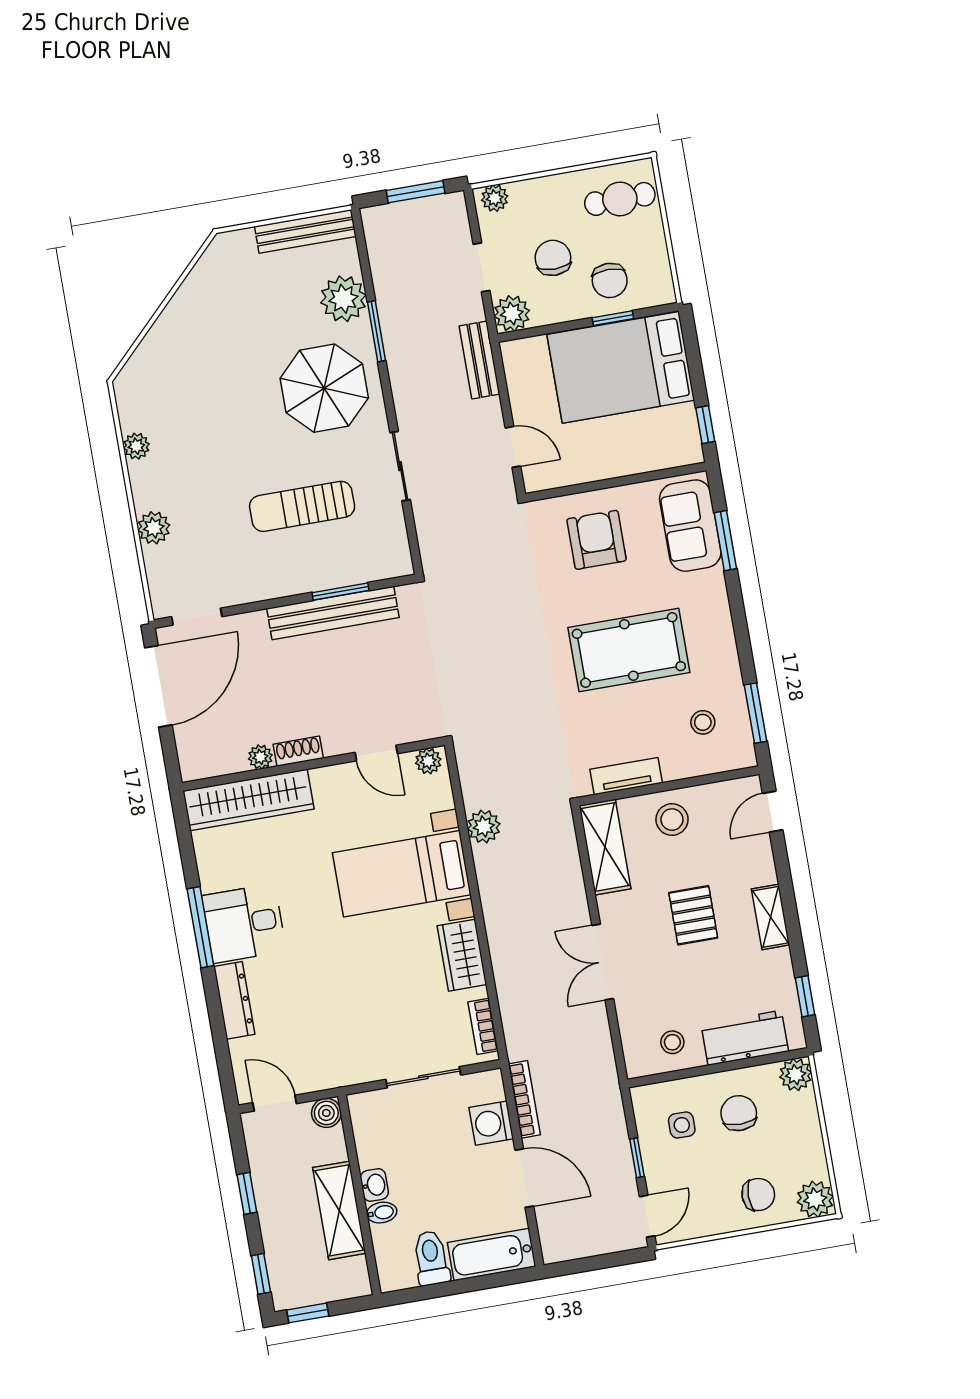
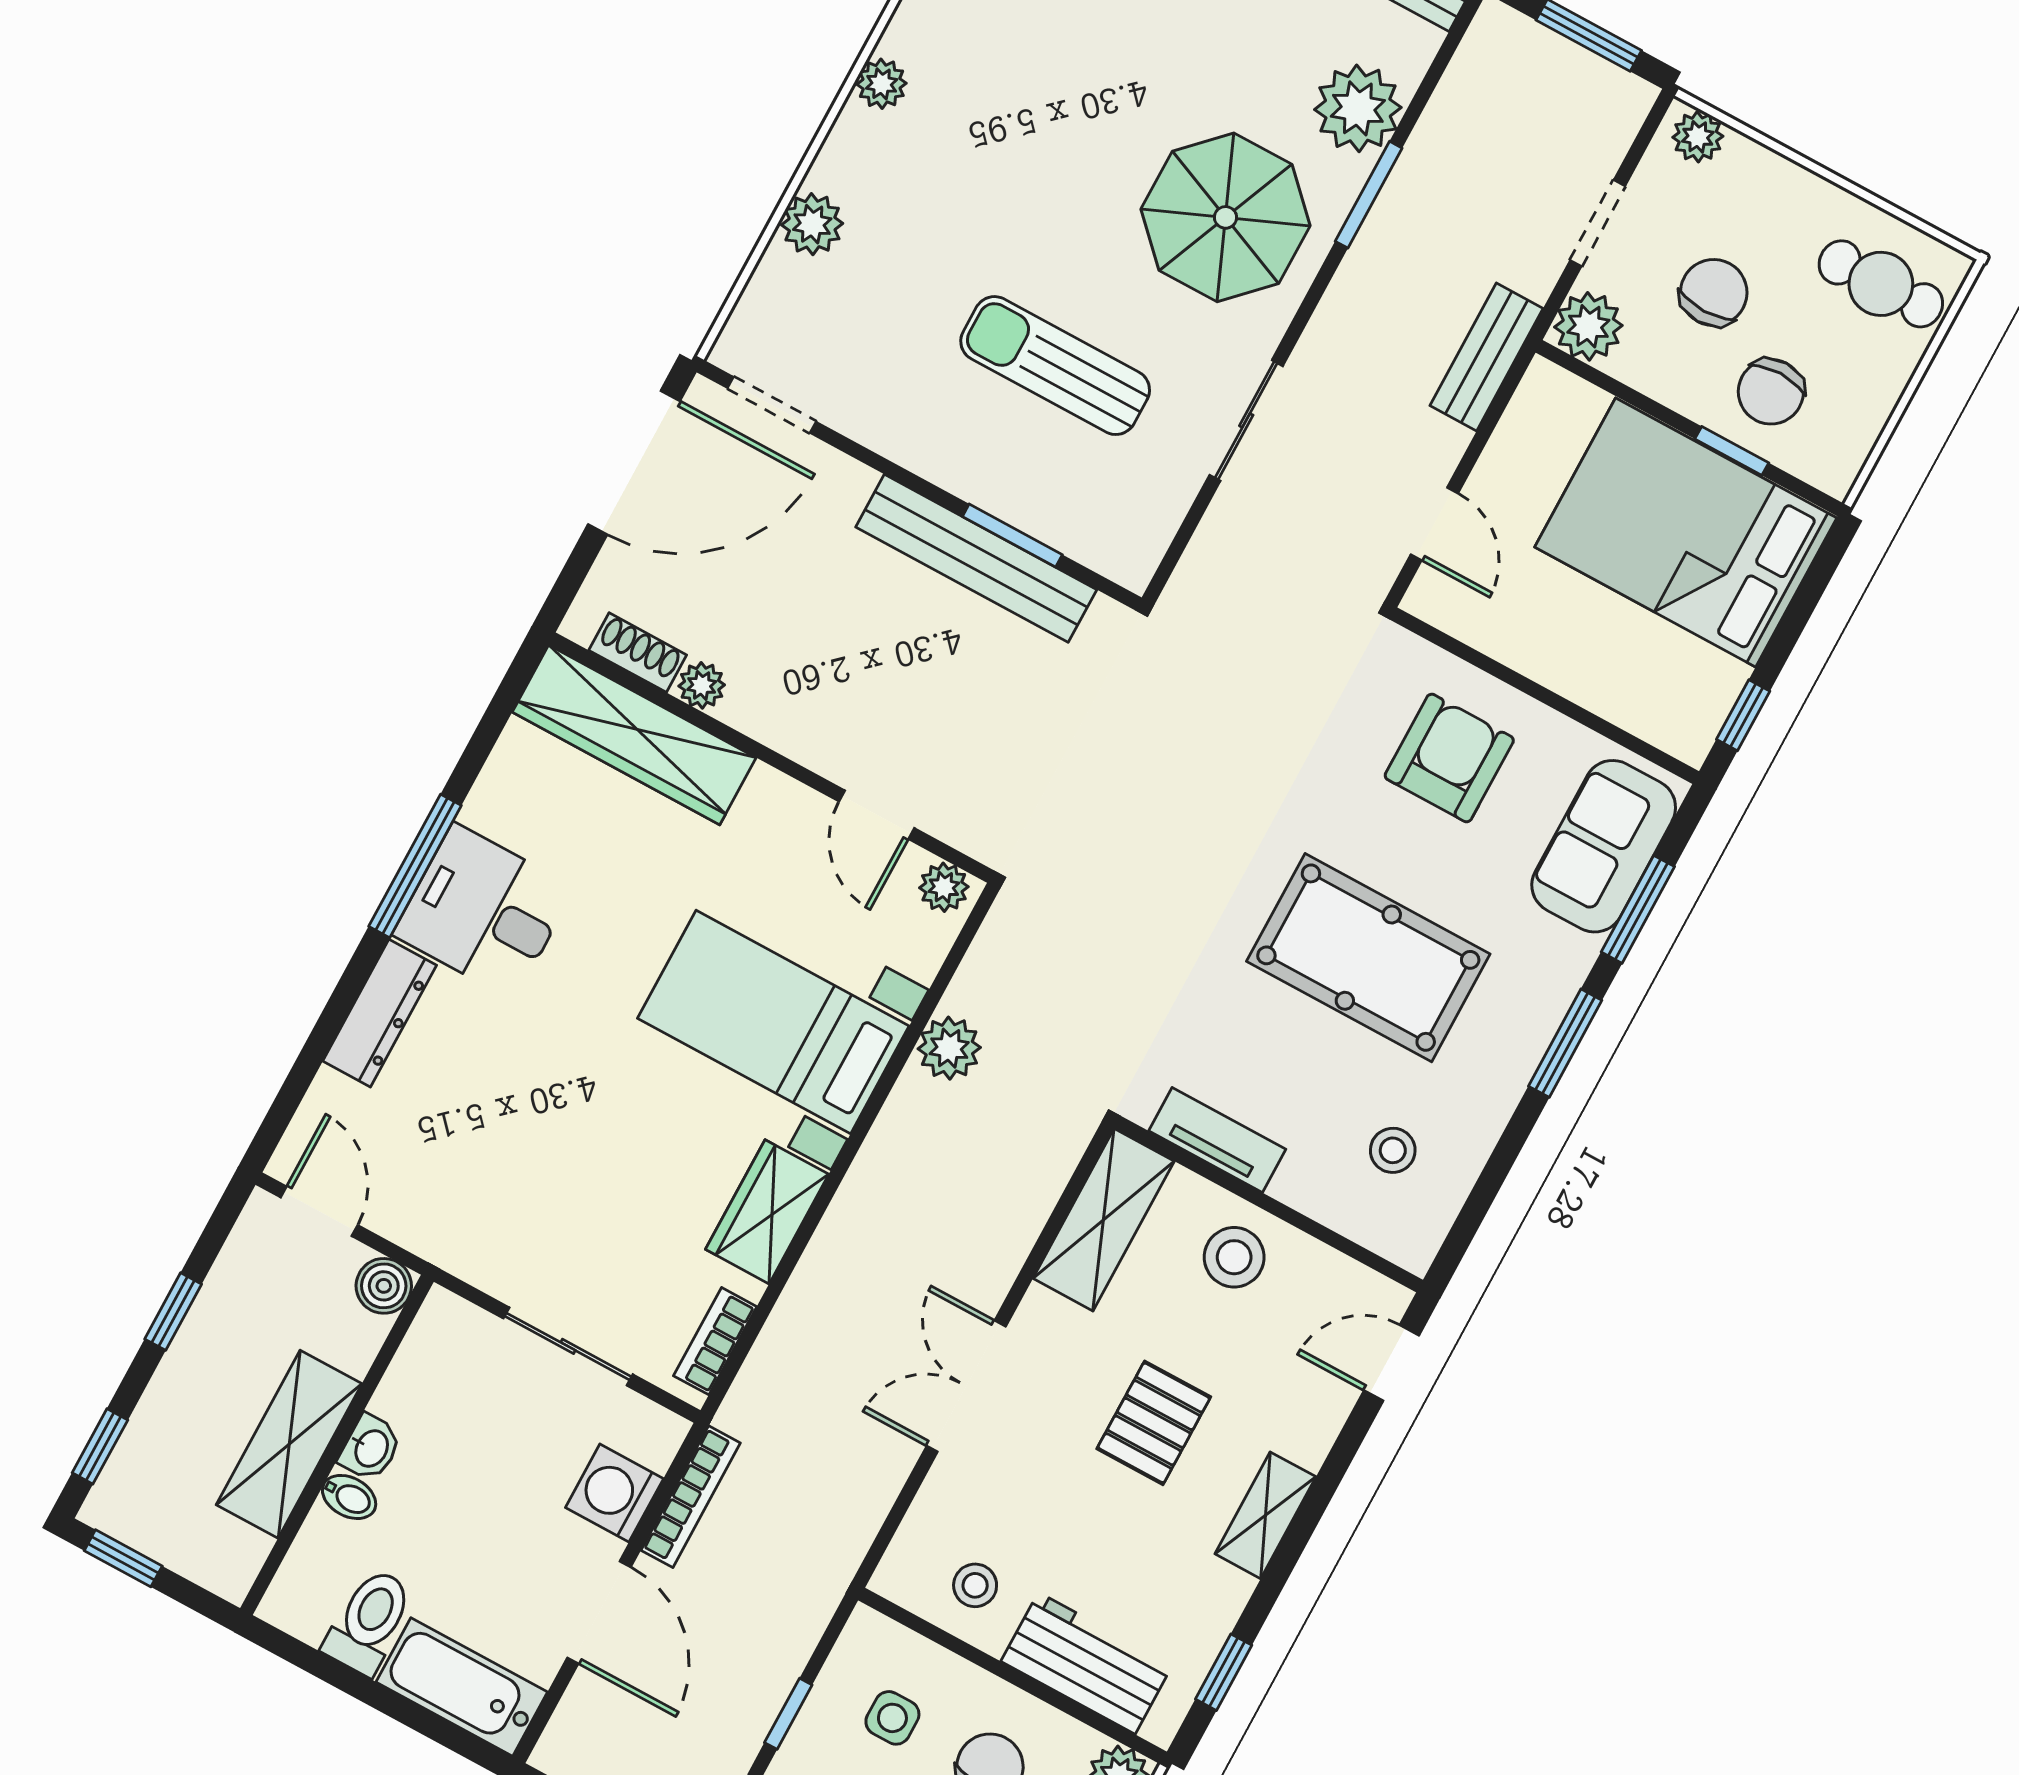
window: (756, 713) -> (1565, 1043), moved
shoe rack: (298, 751) -> (638, 653), moved

